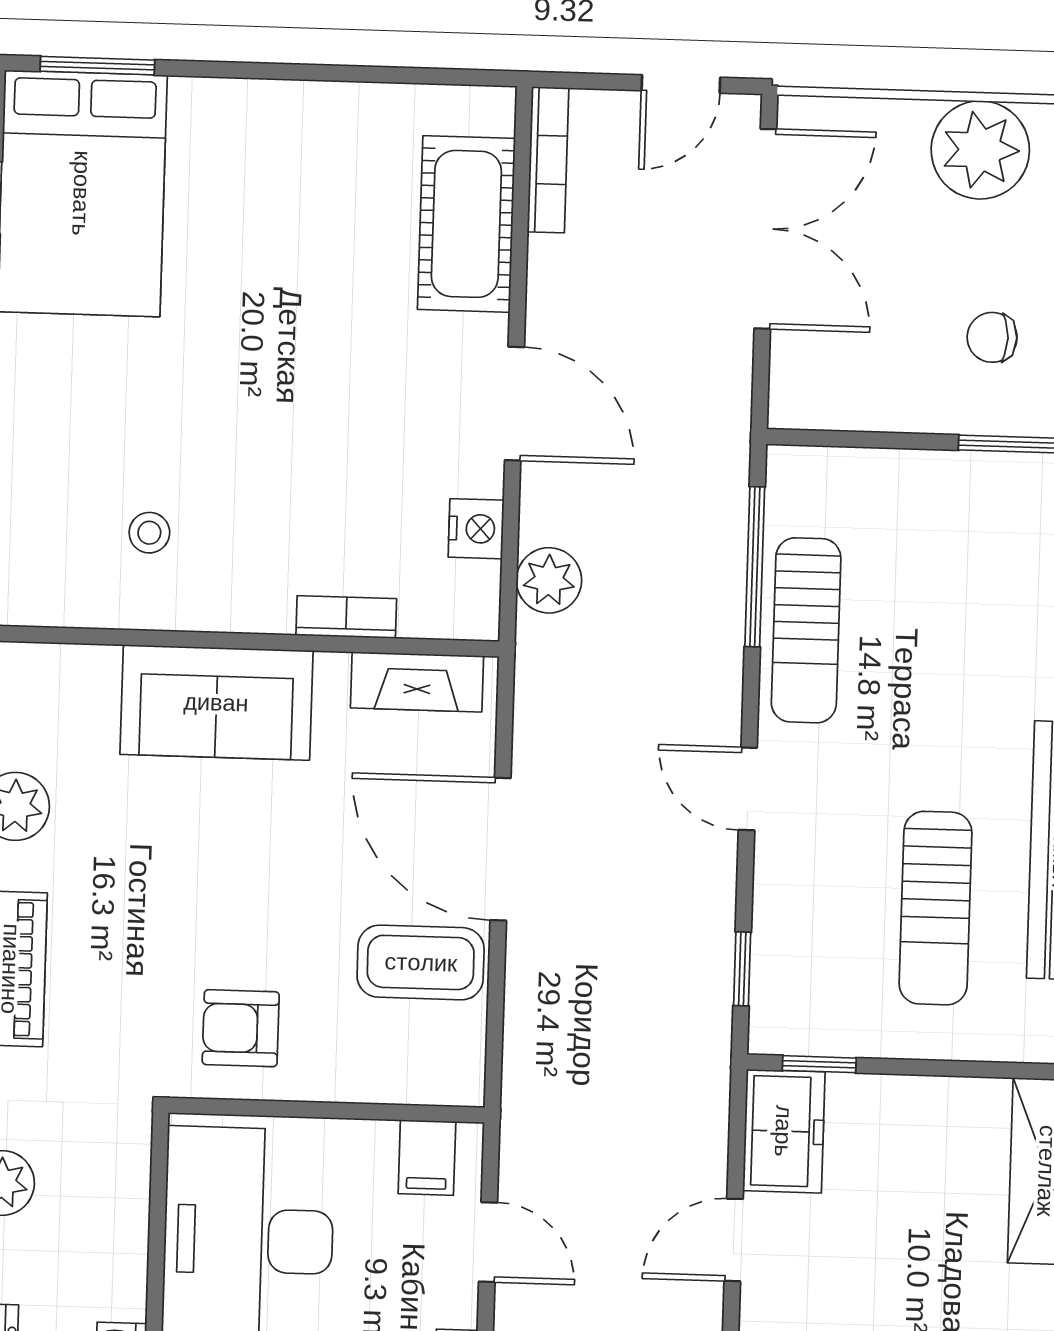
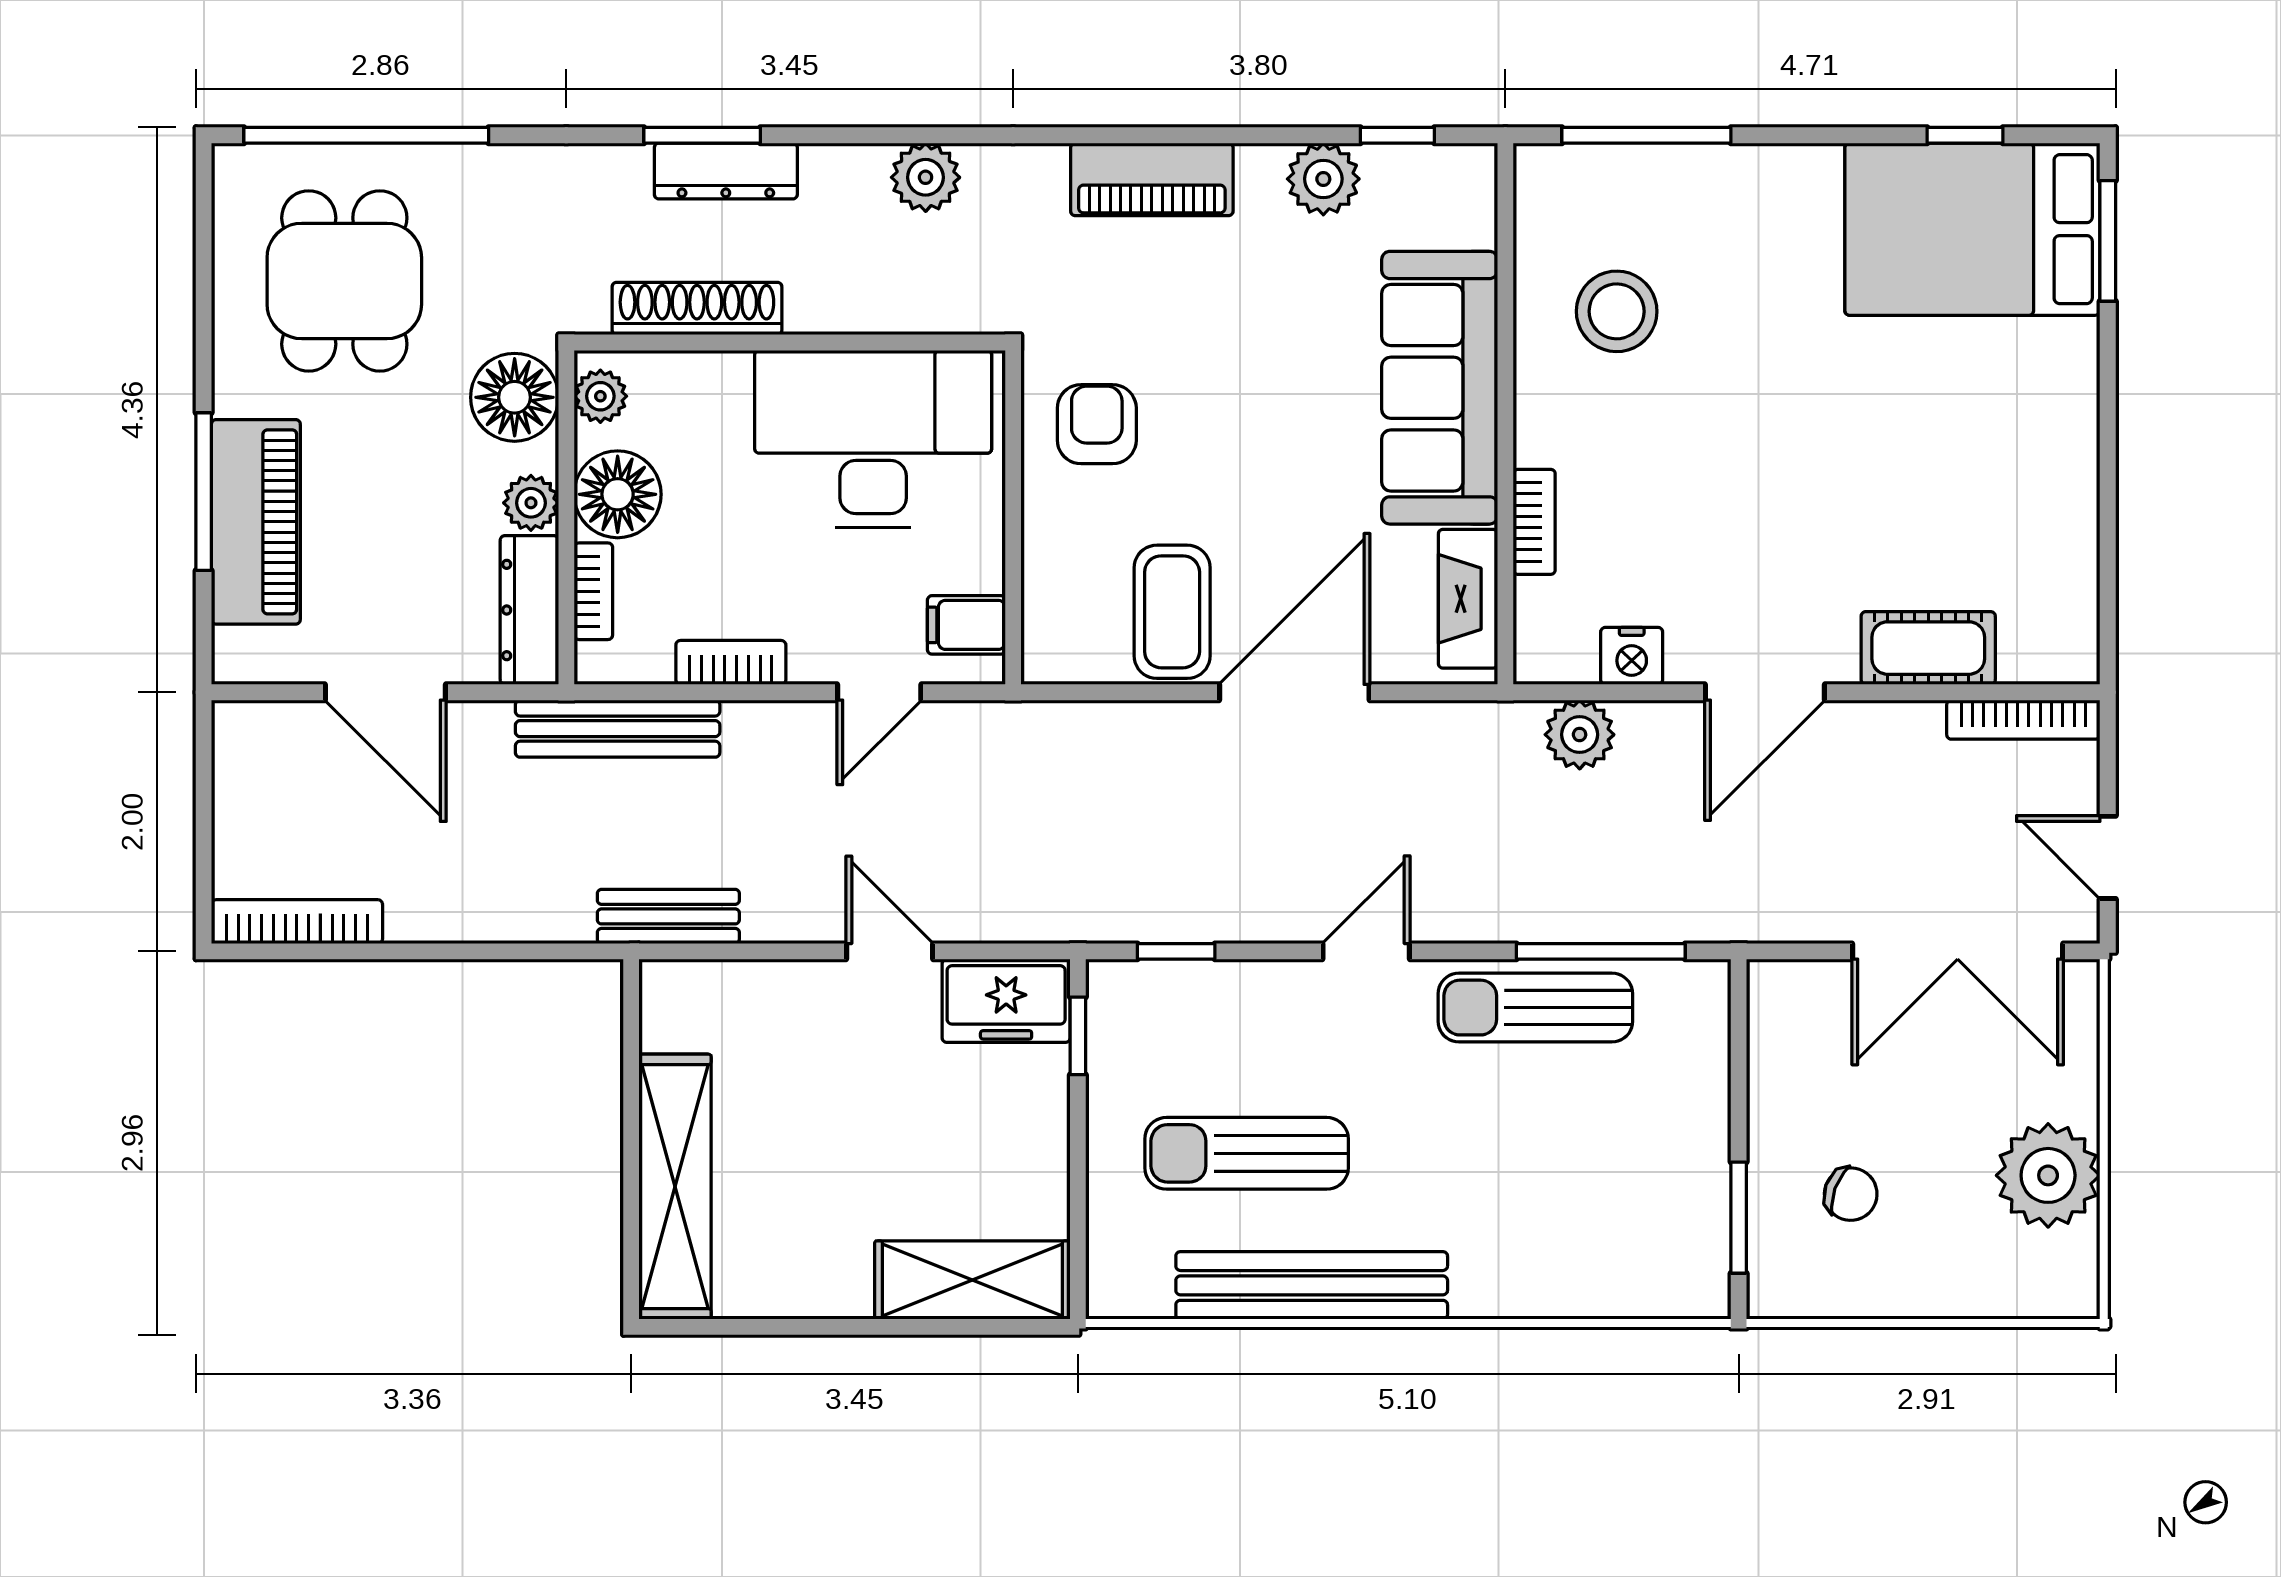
cot: (466, 224) -> (1928, 648), width x0.73, depth x0.75
chair: (992, 337) -> (1851, 1194), turned 110
stool: (149, 533) -> (1617, 311), width x1.89, depth x1.89
sofa: (216, 702) -> (1440, 388), width x1.36

